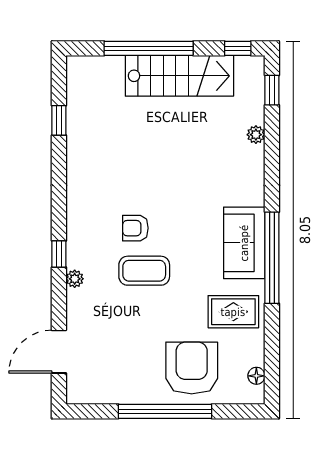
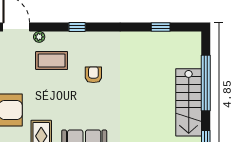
coffee table: (144, 271) -> (52, 61), moved, turned 90
plant: (75, 279) -> (39, 37), moved

